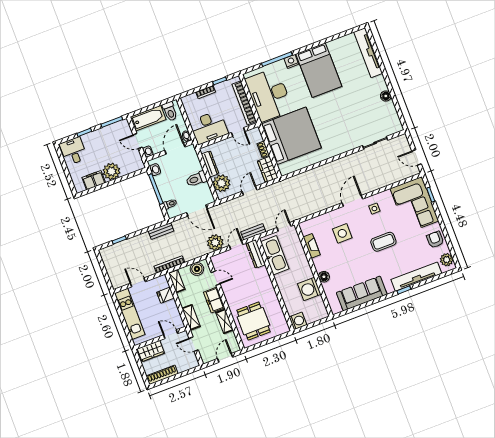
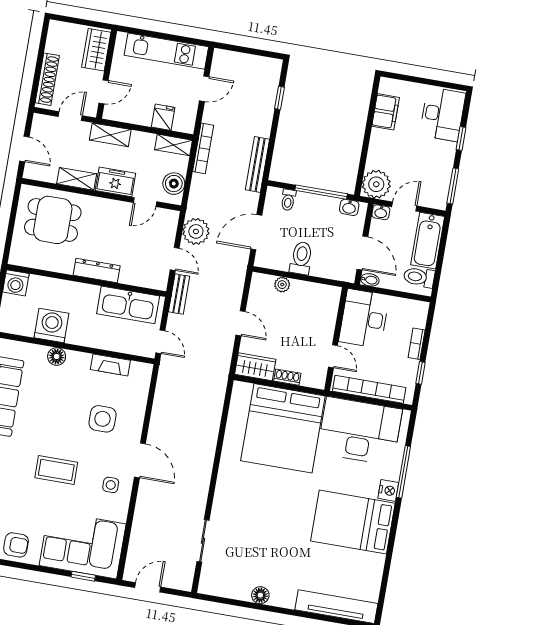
door: (238, 132) -> (333, 356), swing flipped
desk: (73, 151) -> (442, 114), width x1.37
dresser: (210, 164) -> (311, 290), removed
plant: (111, 171) -> (376, 184), moved
plant: (222, 183) -> (282, 285), width x0.53, depth x0.53
bench: (161, 231) -> (257, 164), width x1.36
coffee table: (383, 242) -> (56, 470), turned 90
dresser: (256, 254) -> (97, 271), moved
shoe rack: (162, 375) -> (47, 79), moved

